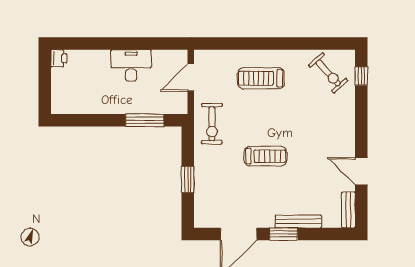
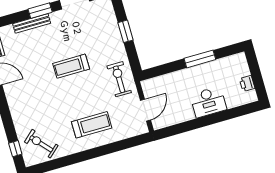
printer: (59, 58) -> (247, 83), moved
desk: (131, 65) -> (208, 102), moved
window: (145, 120) -> (200, 59), moved

